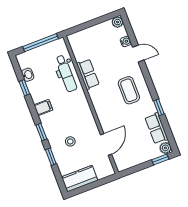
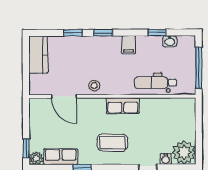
plant: (117, 22) -> (184, 153), width x1.88, depth x1.88
row of seats: (88, 74) -> (123, 106), moved
stool: (70, 141) -> (94, 86), moved

